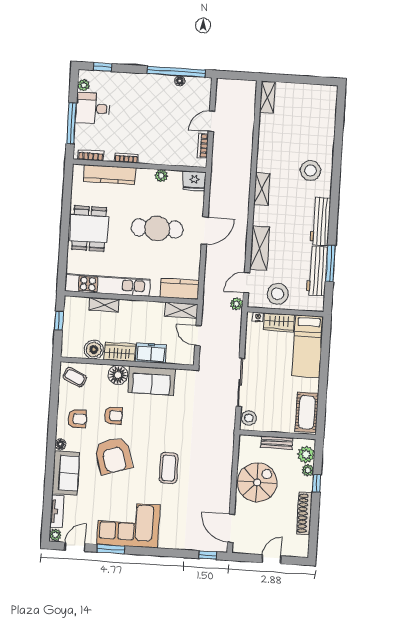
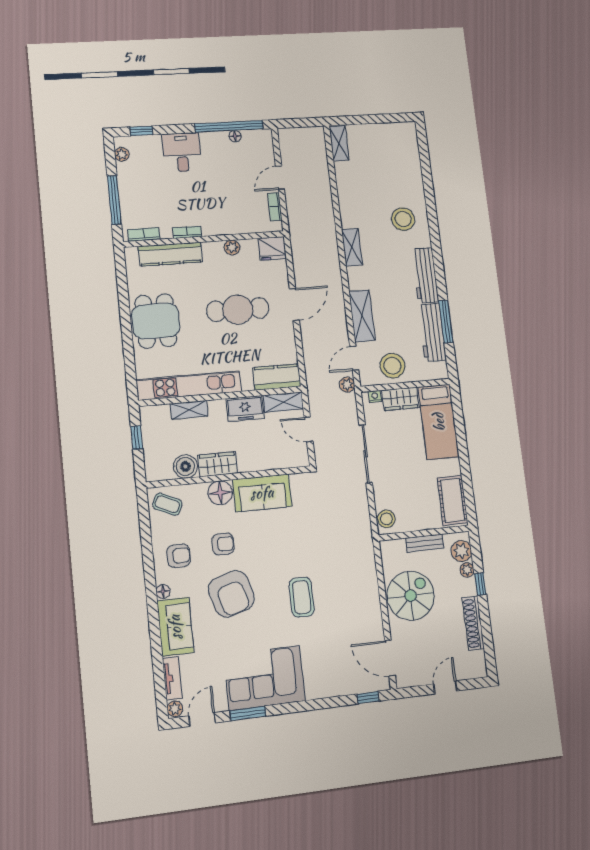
desk: (93, 108) -> (182, 152), moved, turned 90
freezer: (151, 353) -> (245, 408), moved, turned 180
sliding door: (240, 382) -> (366, 454), moved

